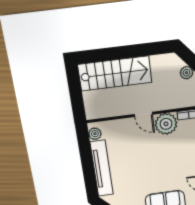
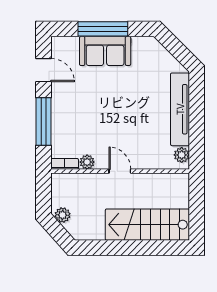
plant: (166, 124) -> (87, 162), width x0.53, depth x0.53

